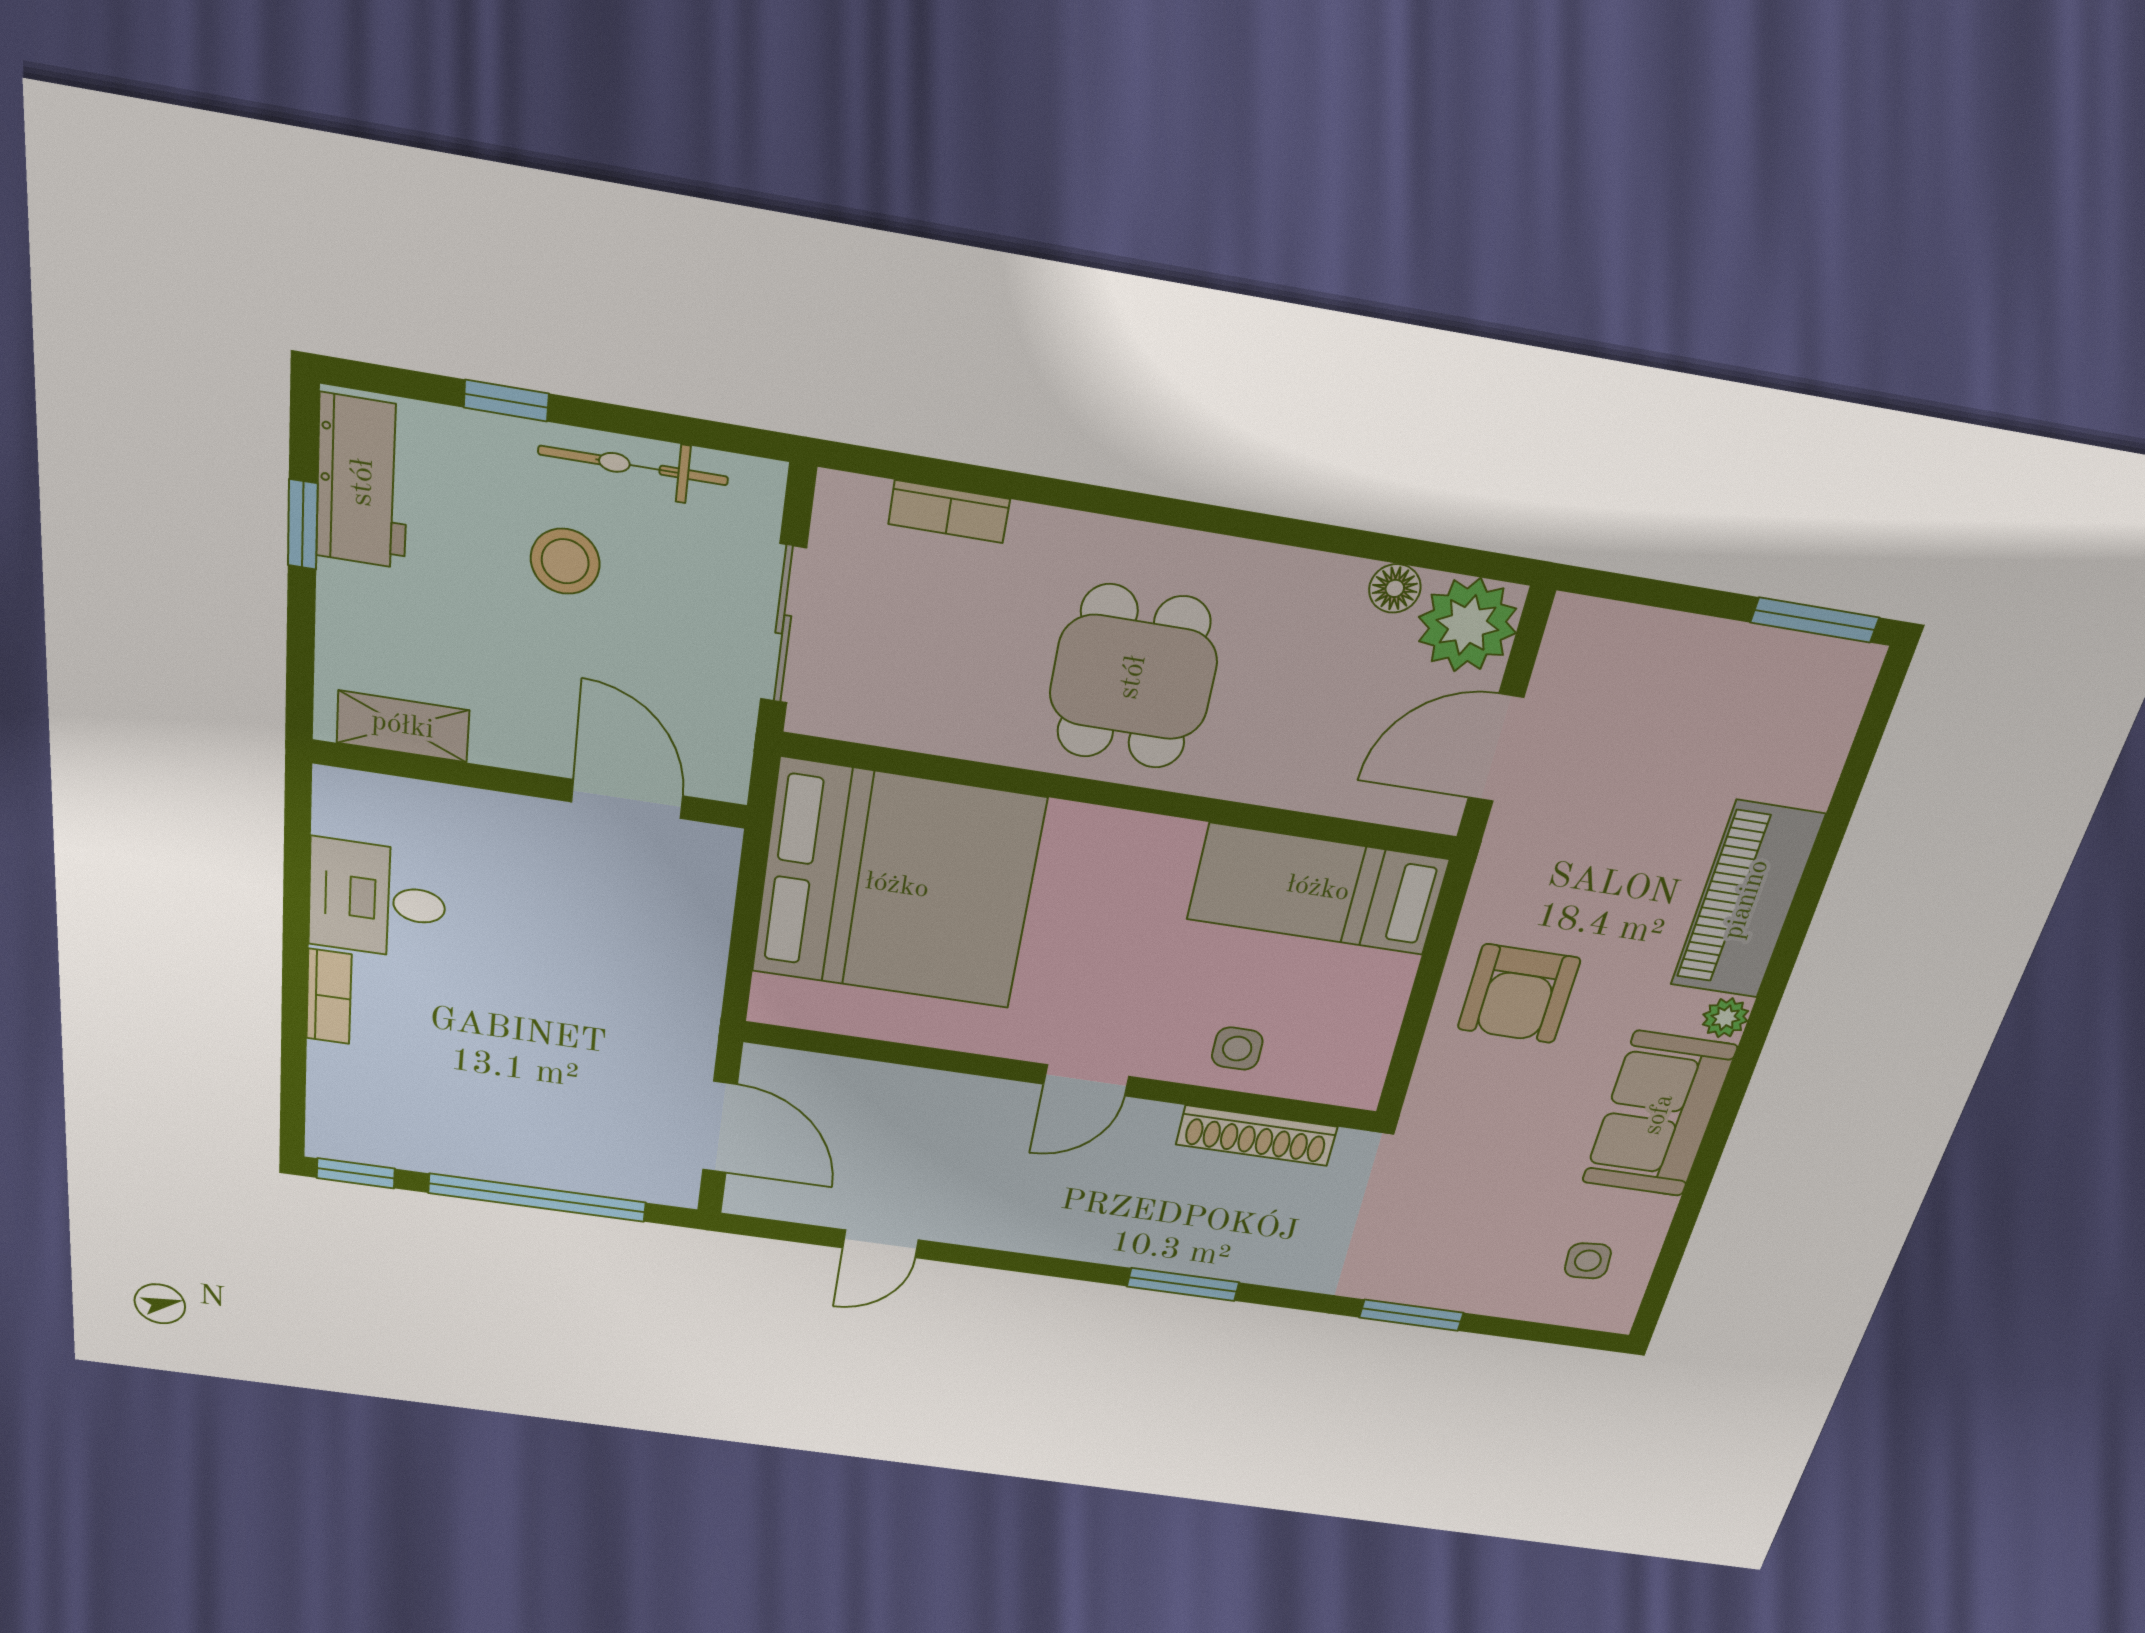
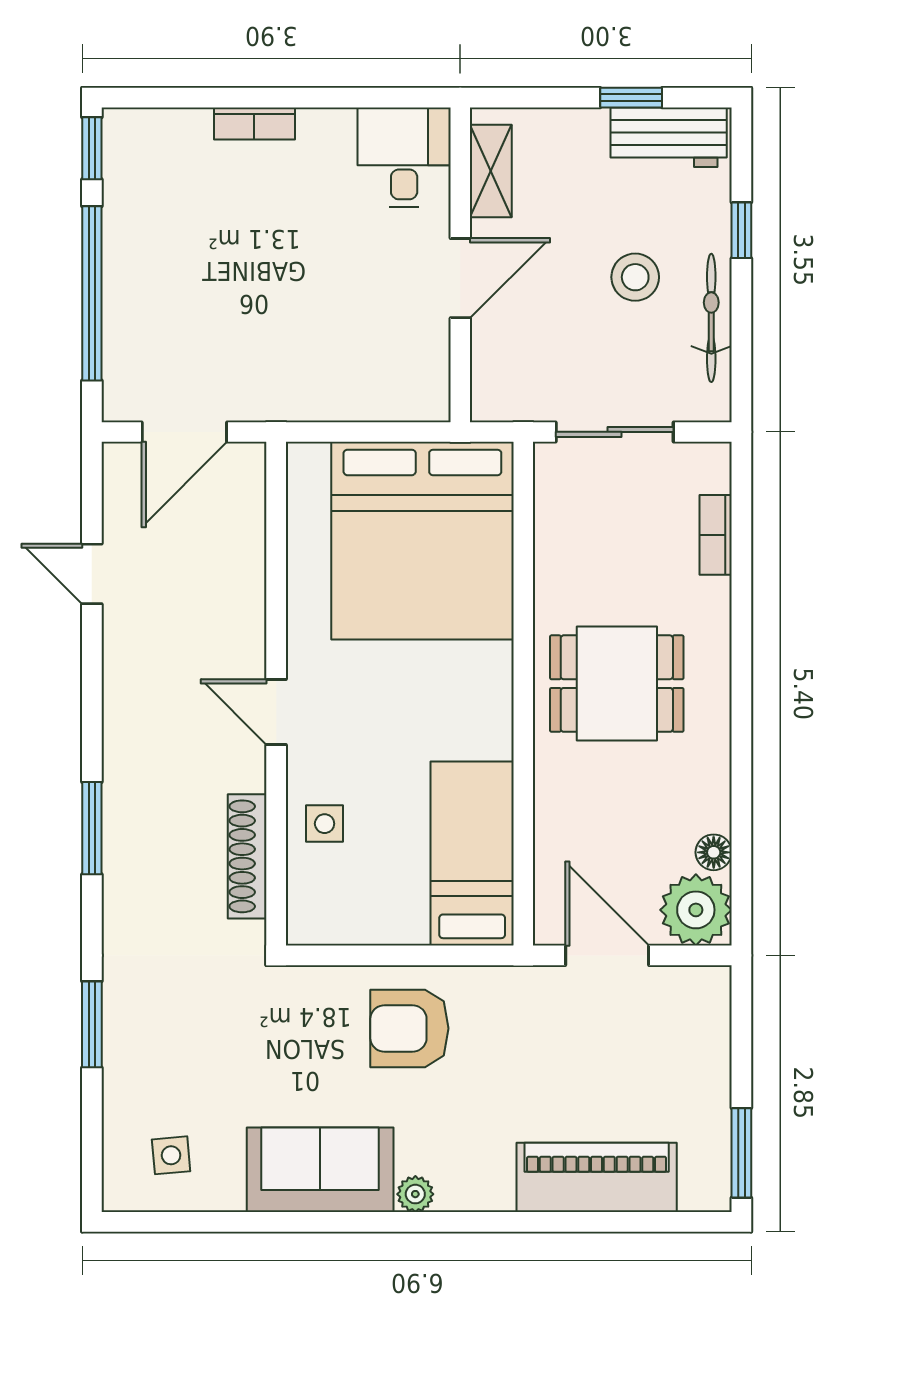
door: (627, 799) -> (460, 278), moved
desk: (377, 900) -> (404, 157), moved
piano: (1747, 900) -> (597, 1177), moved

